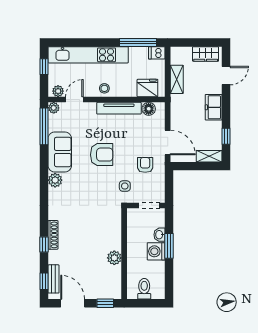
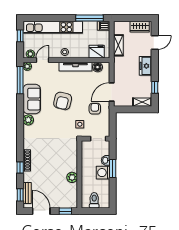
door: (168, 142) -> (112, 92), swing flipped
armchair: (102, 155) -> (63, 101), turned 103

